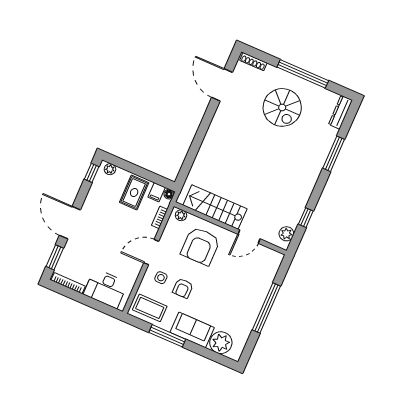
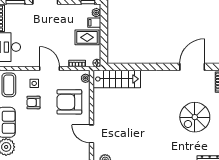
filing cabinet: (157, 192) -> (94, 23), moved
stairs: (215, 207) -> (117, 79), moved, turned 90

